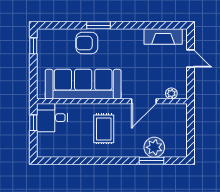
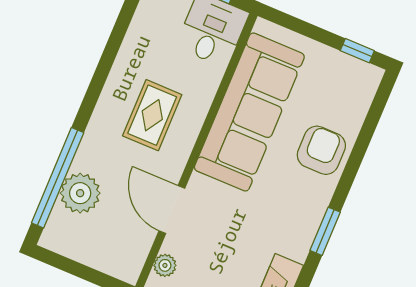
window: (98, 25) -> (325, 231), moved
rug: (104, 129) -> (152, 115), turned 90
window: (151, 161) -> (58, 178), width x2.11

